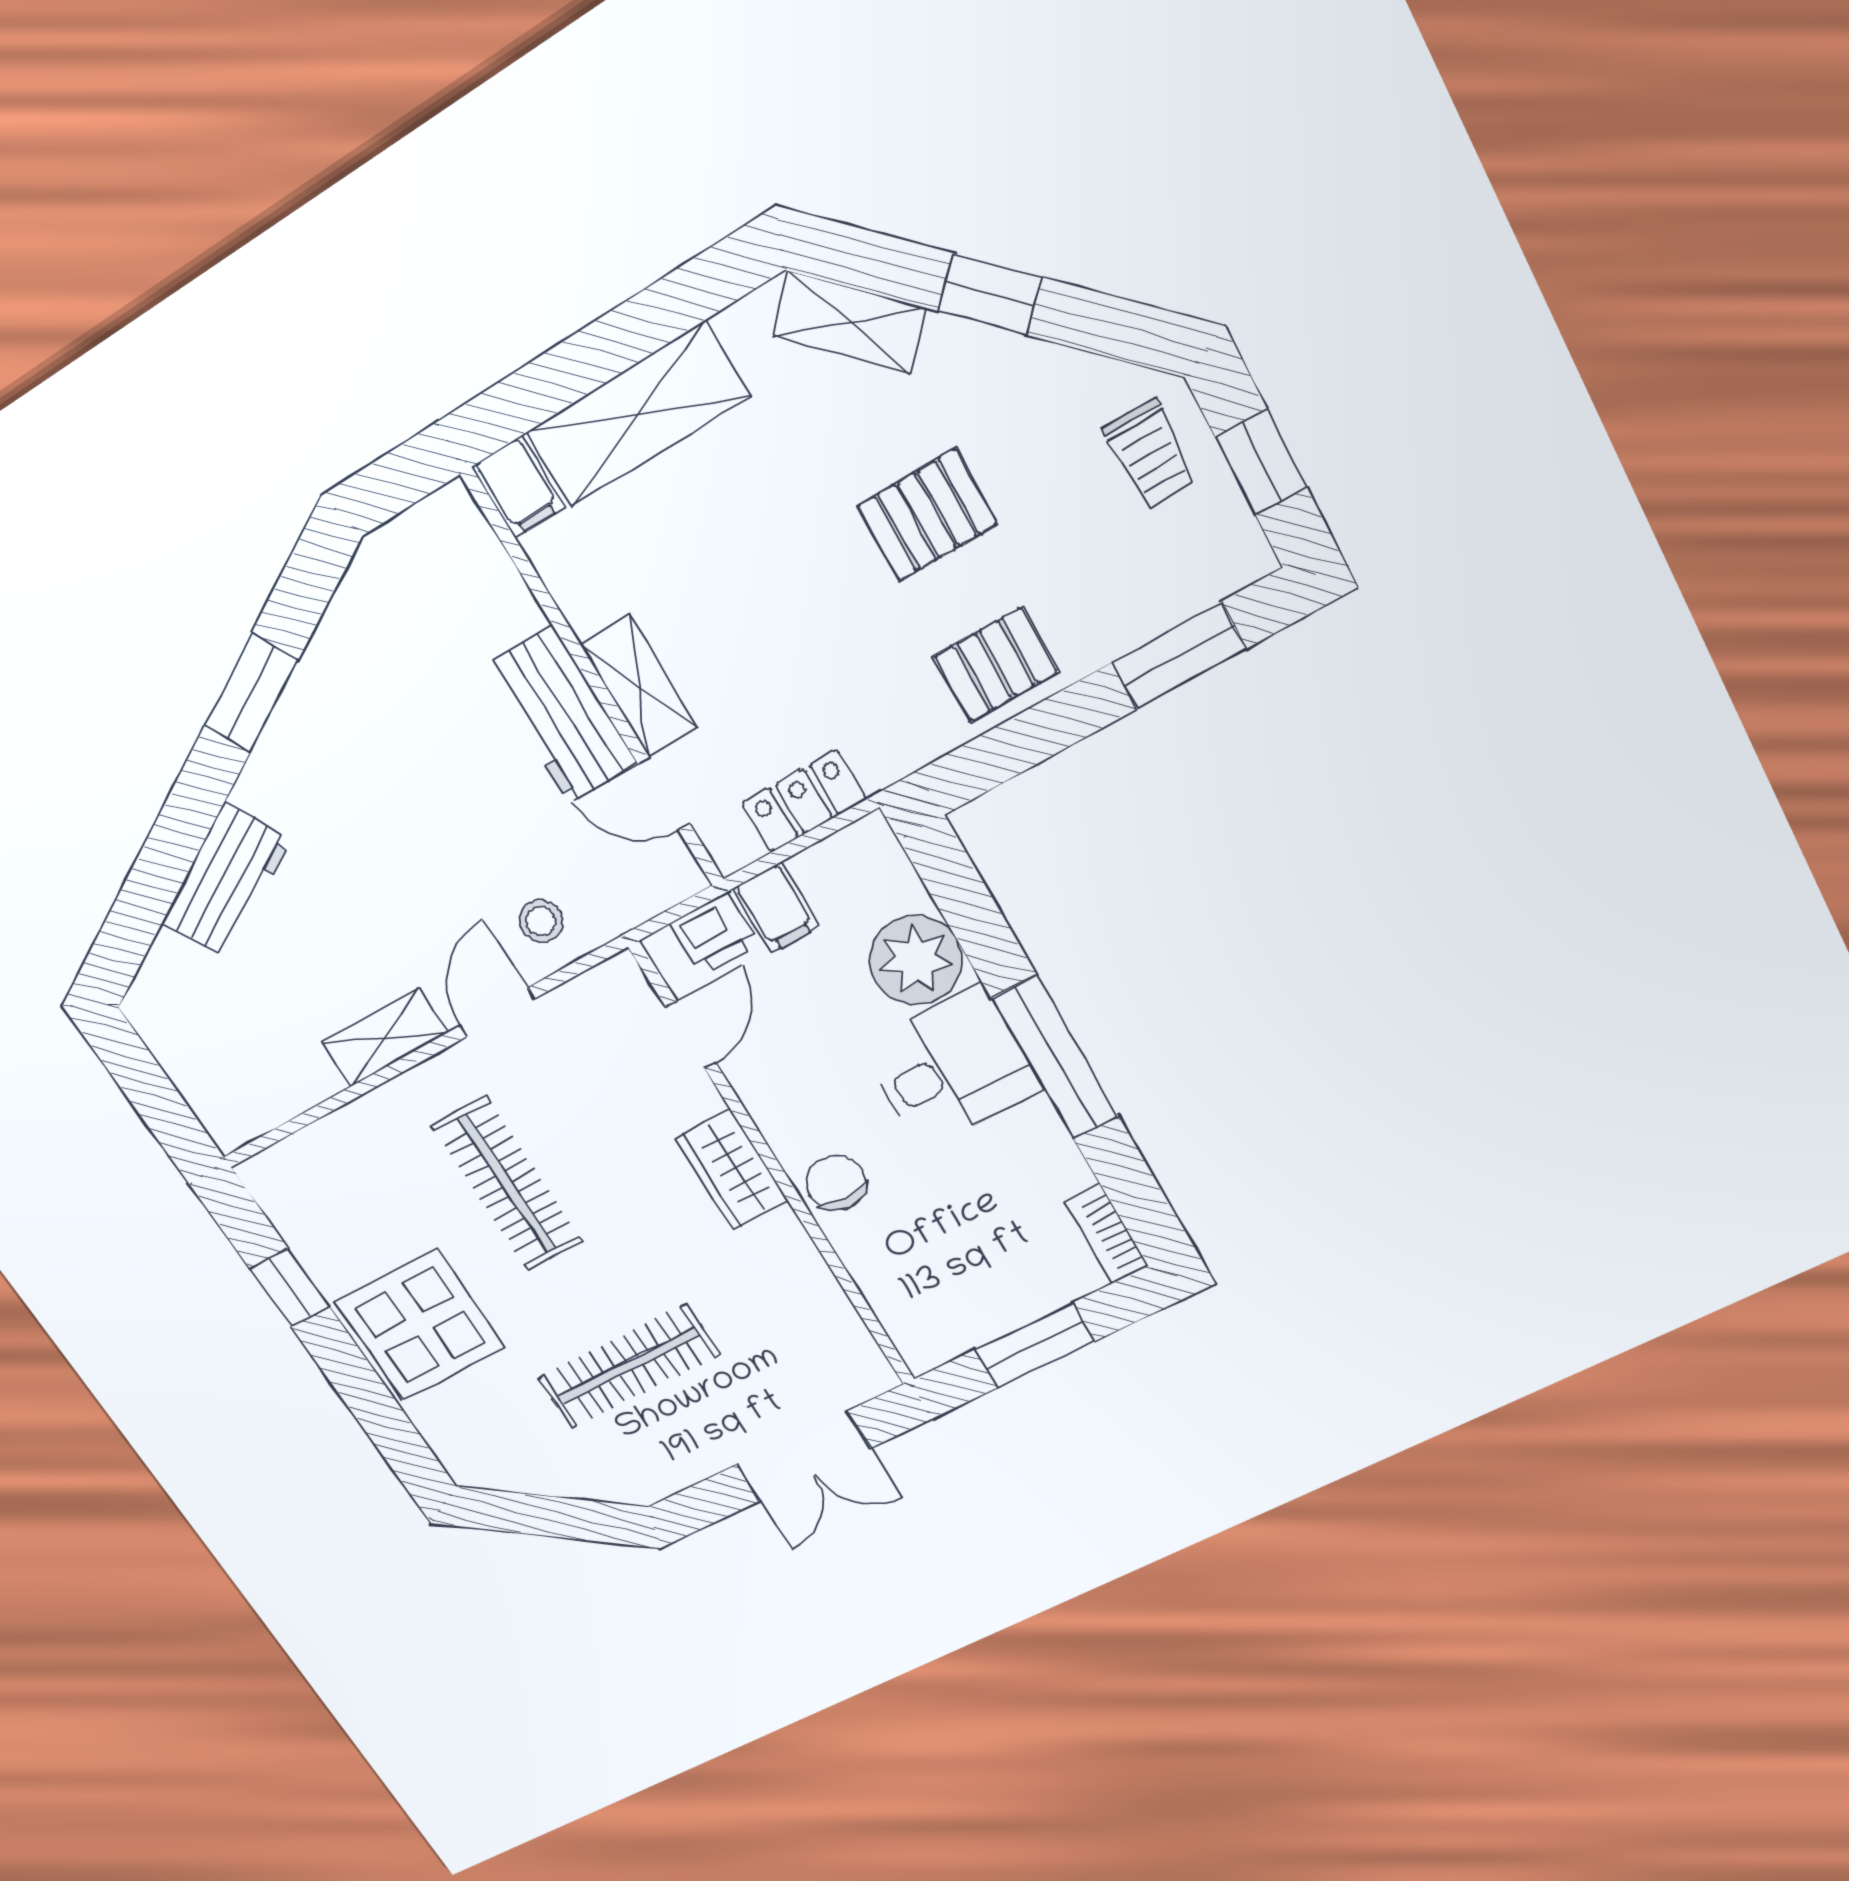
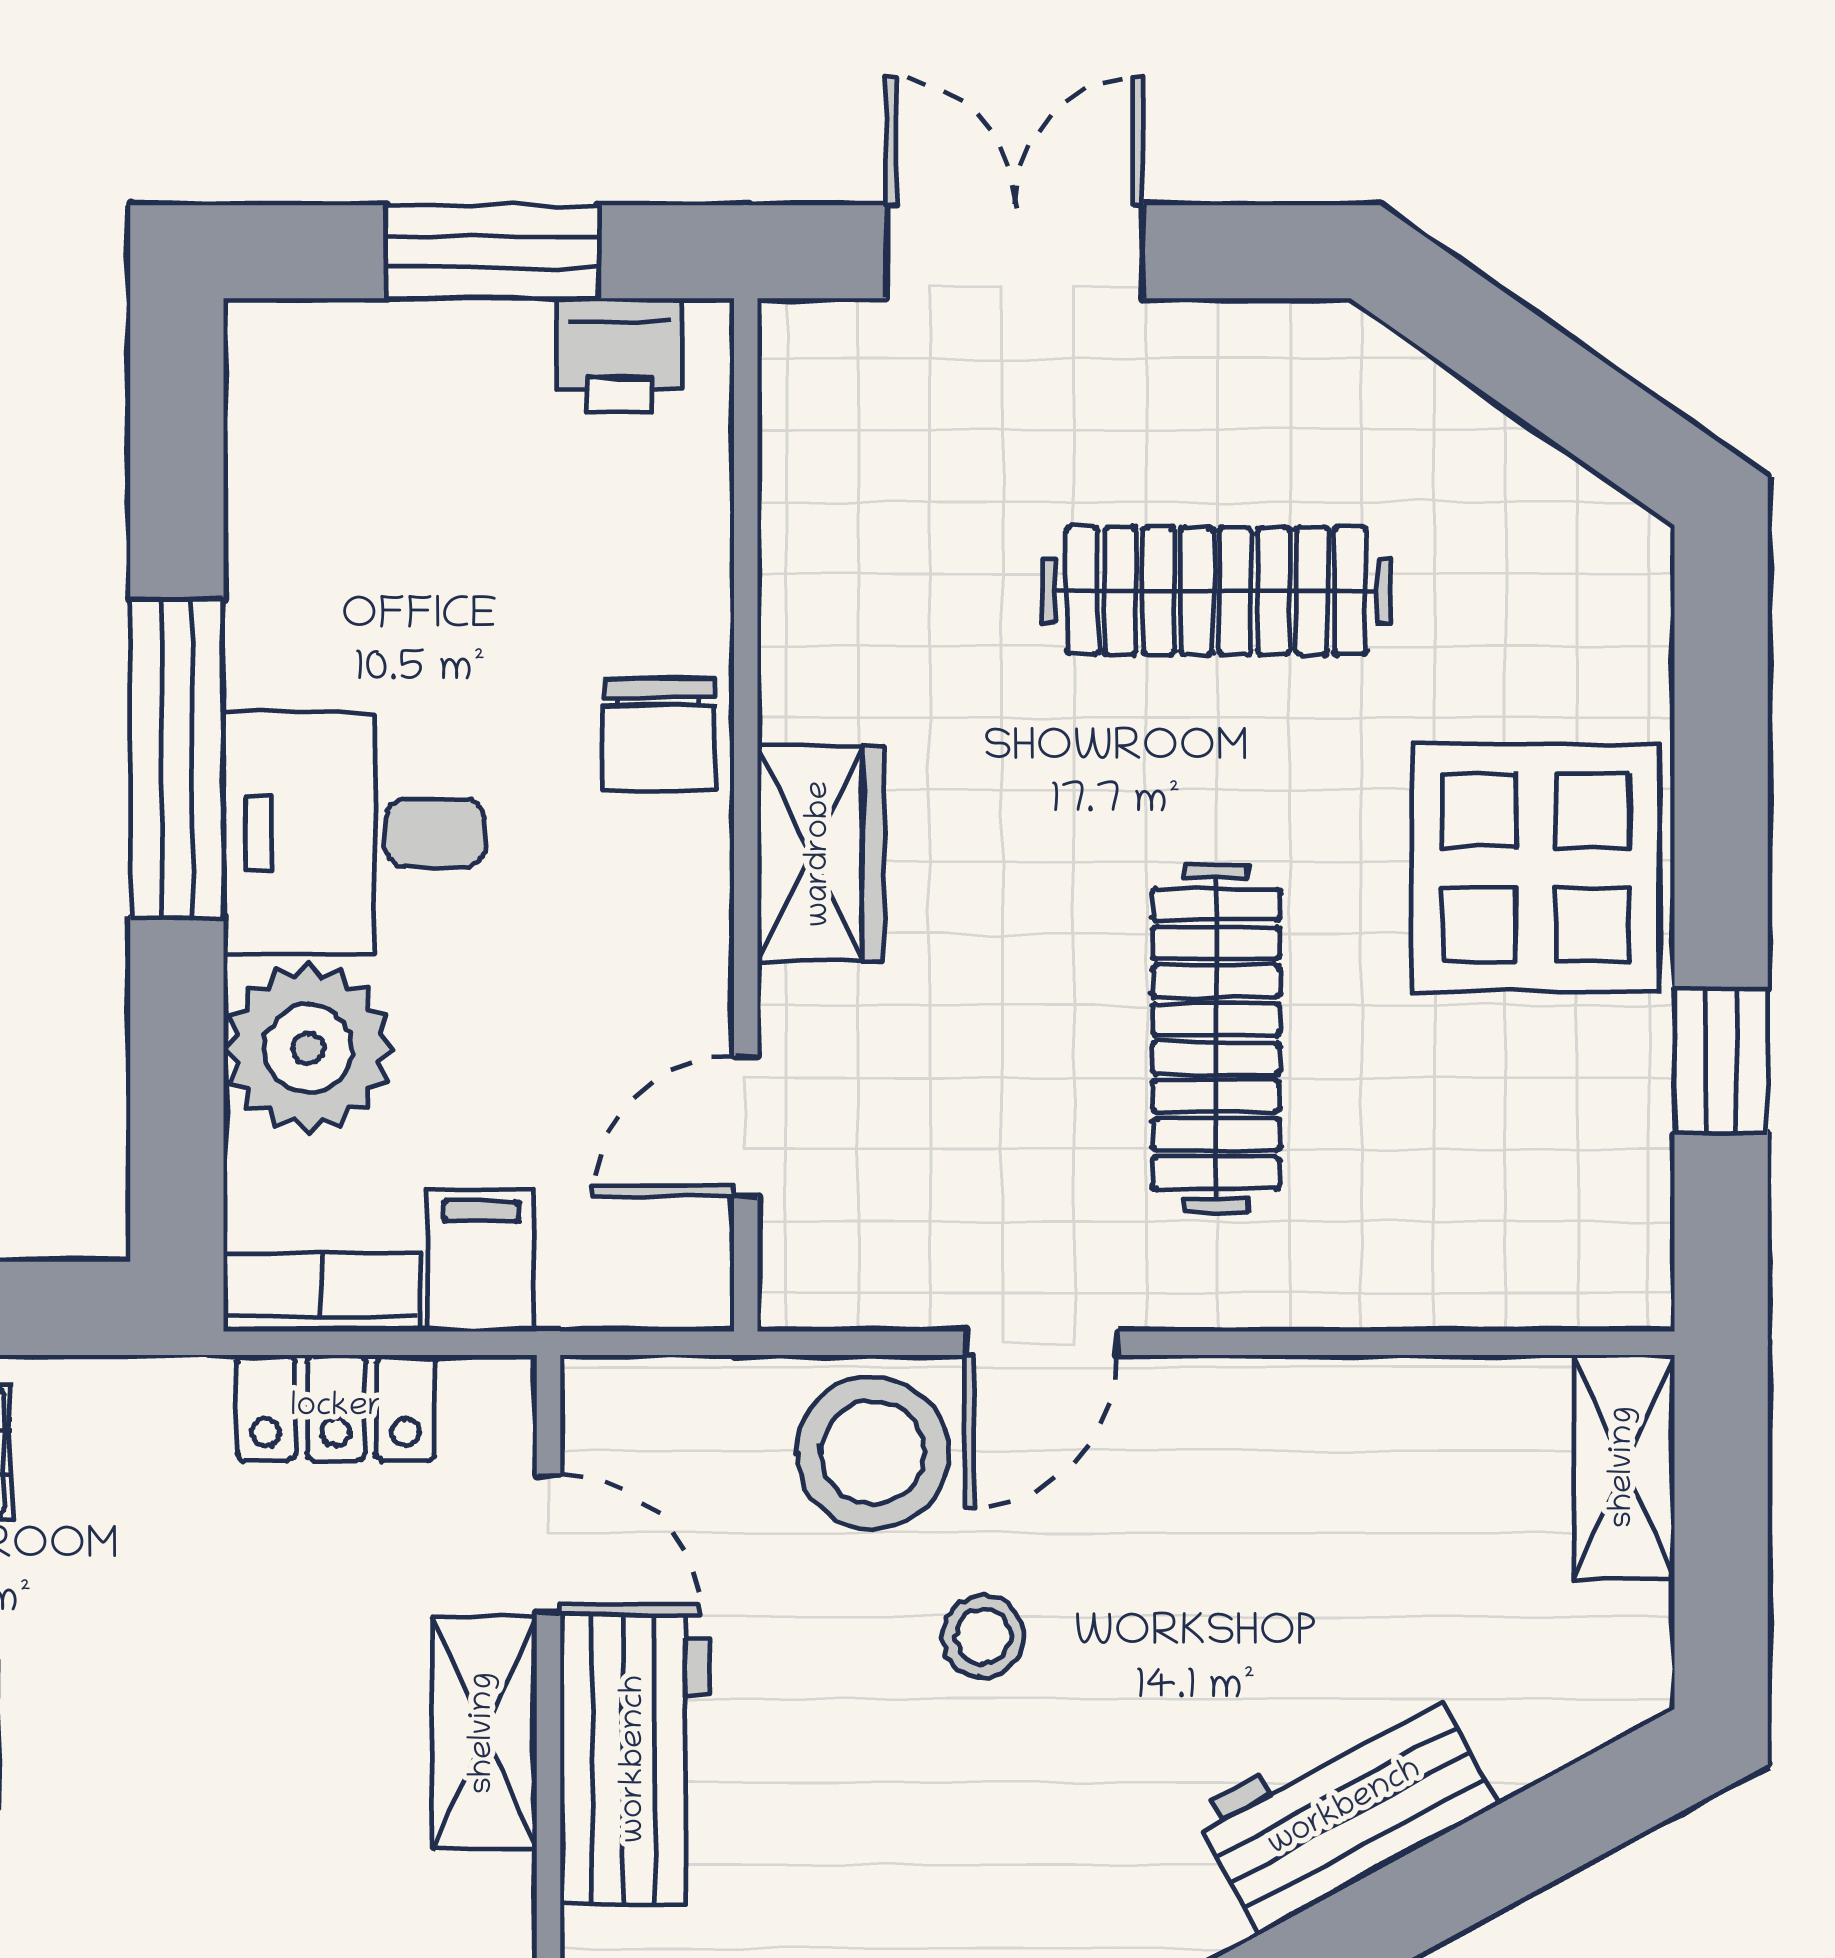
stool: (438, 866) -> (983, 1637), added
stool: (541, 921) -> (873, 1453), width x1.89, depth x1.89
printer: (714, 934) -> (619, 355), moved, turned 180
shelving: (385, 1038) -> (1624, 1467), moved, turned 90
bookcase: (1106, 1234) -> (321, 1292), moved, turned -90

